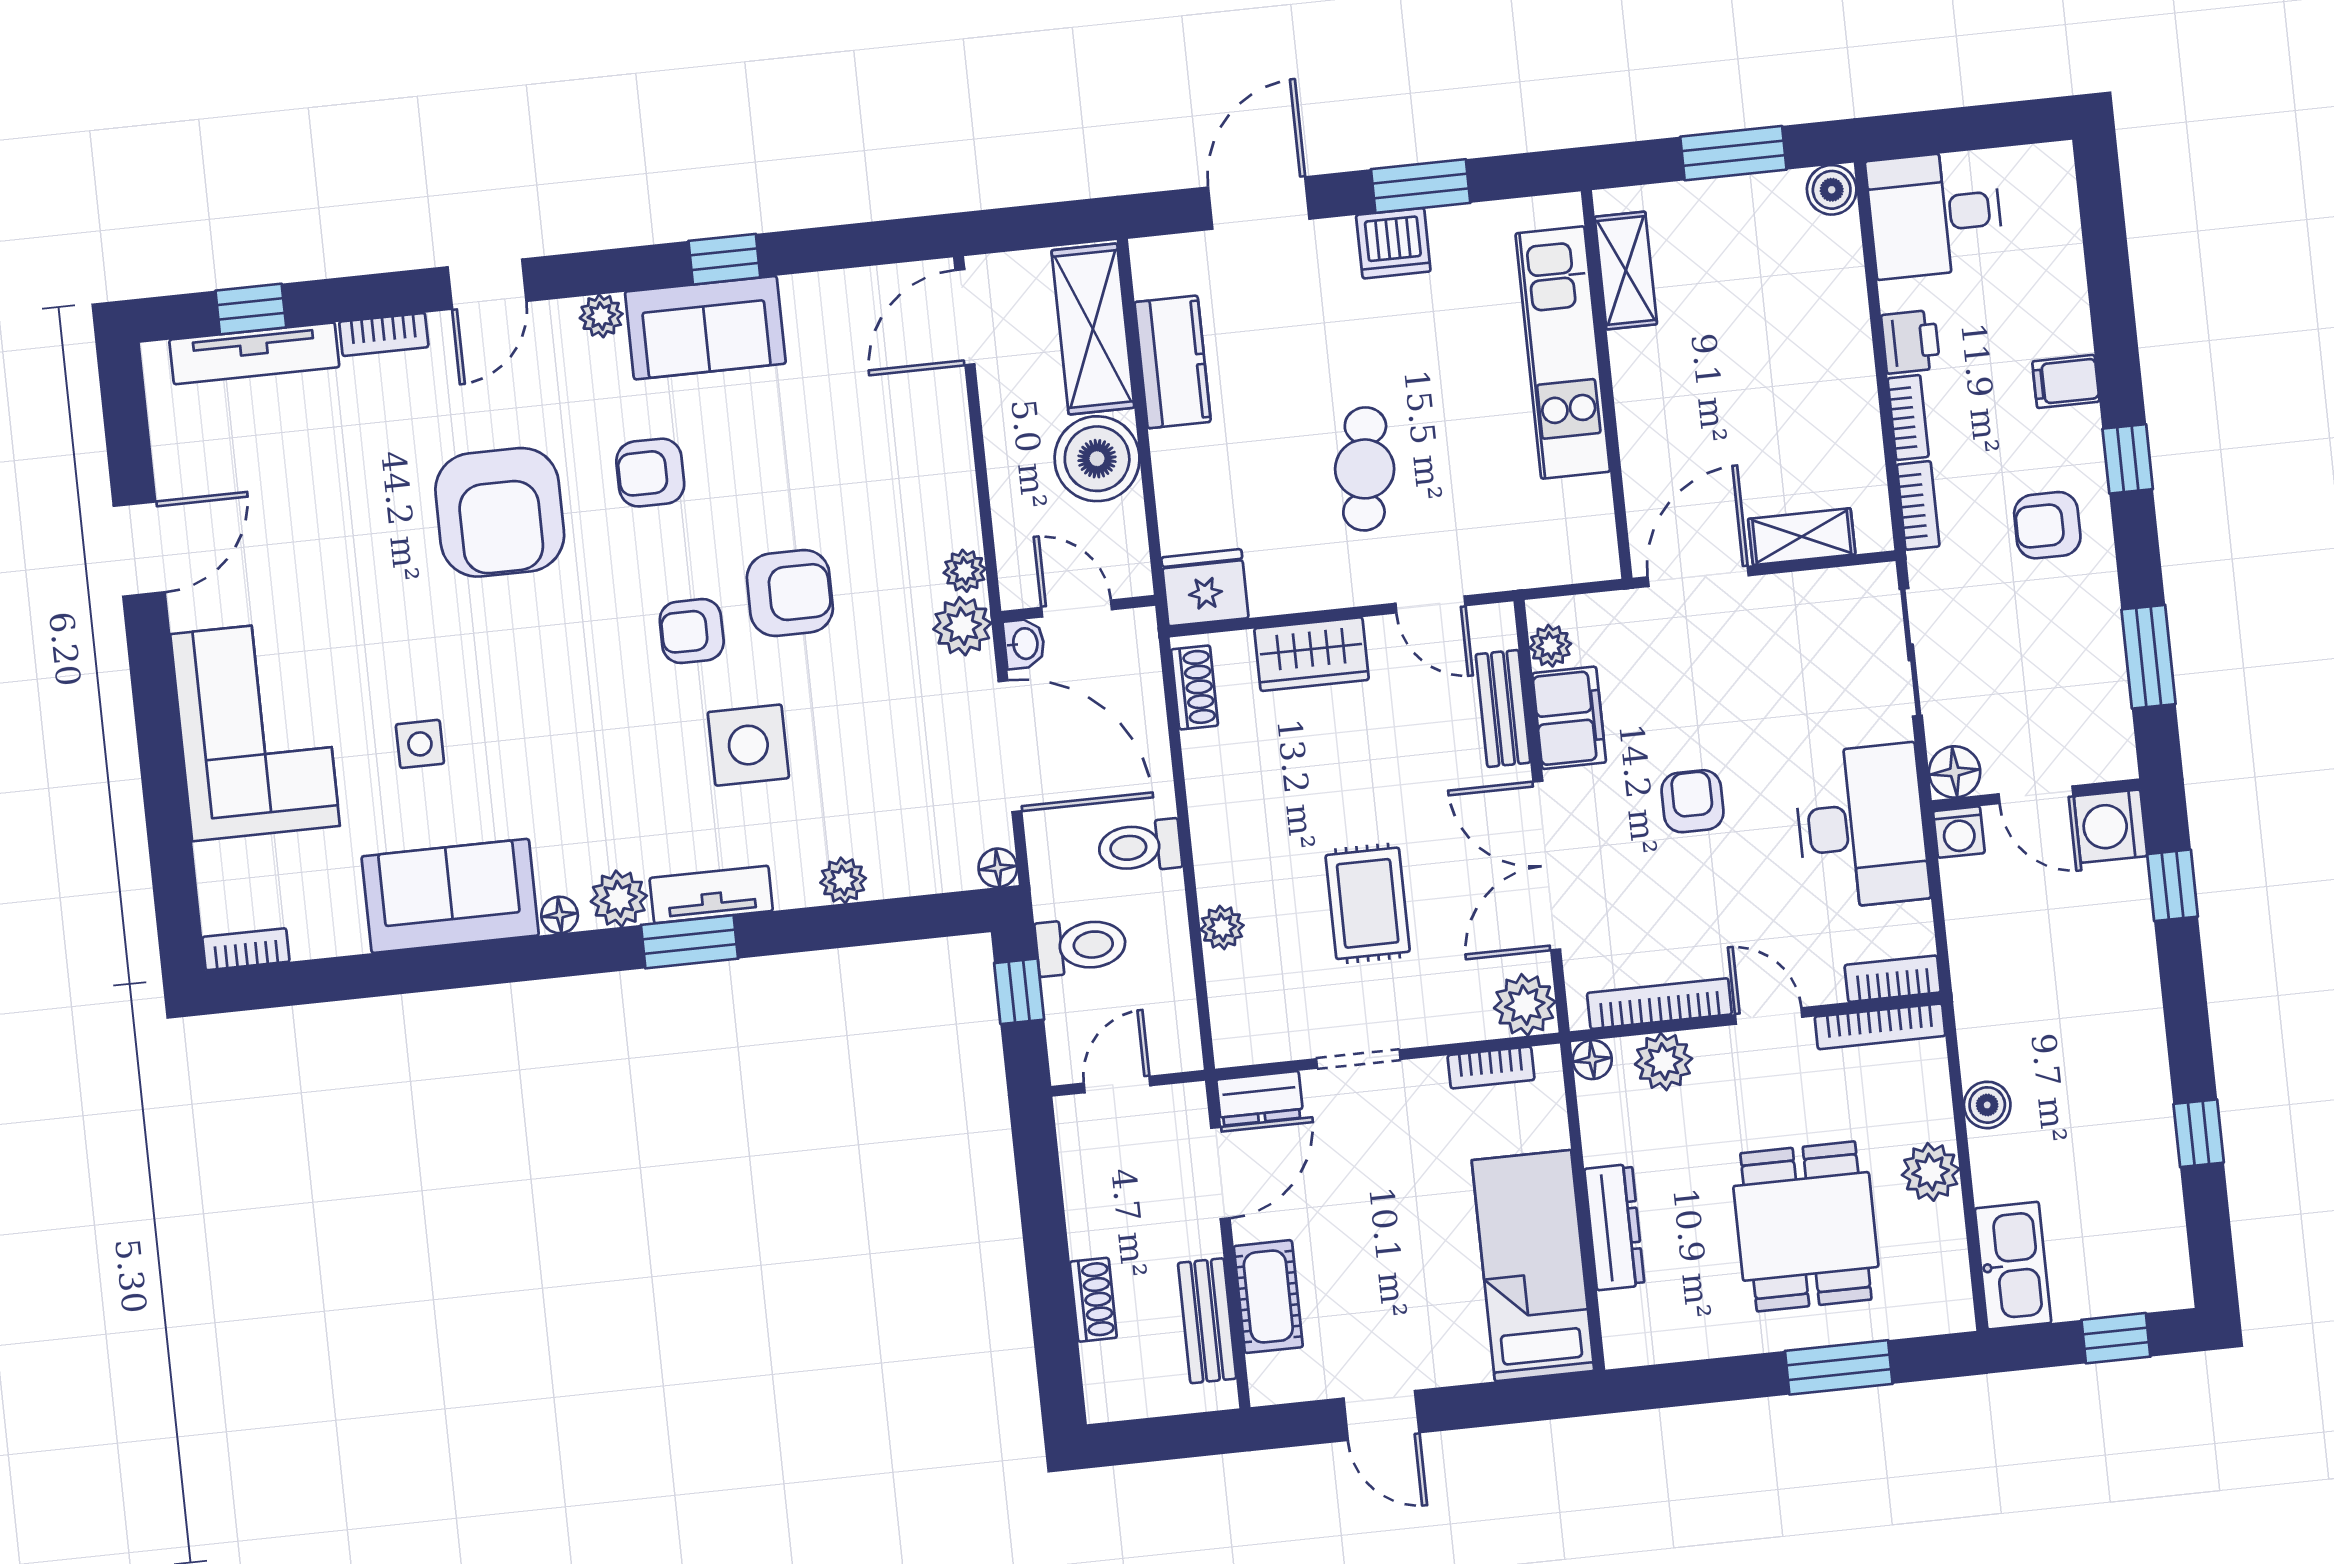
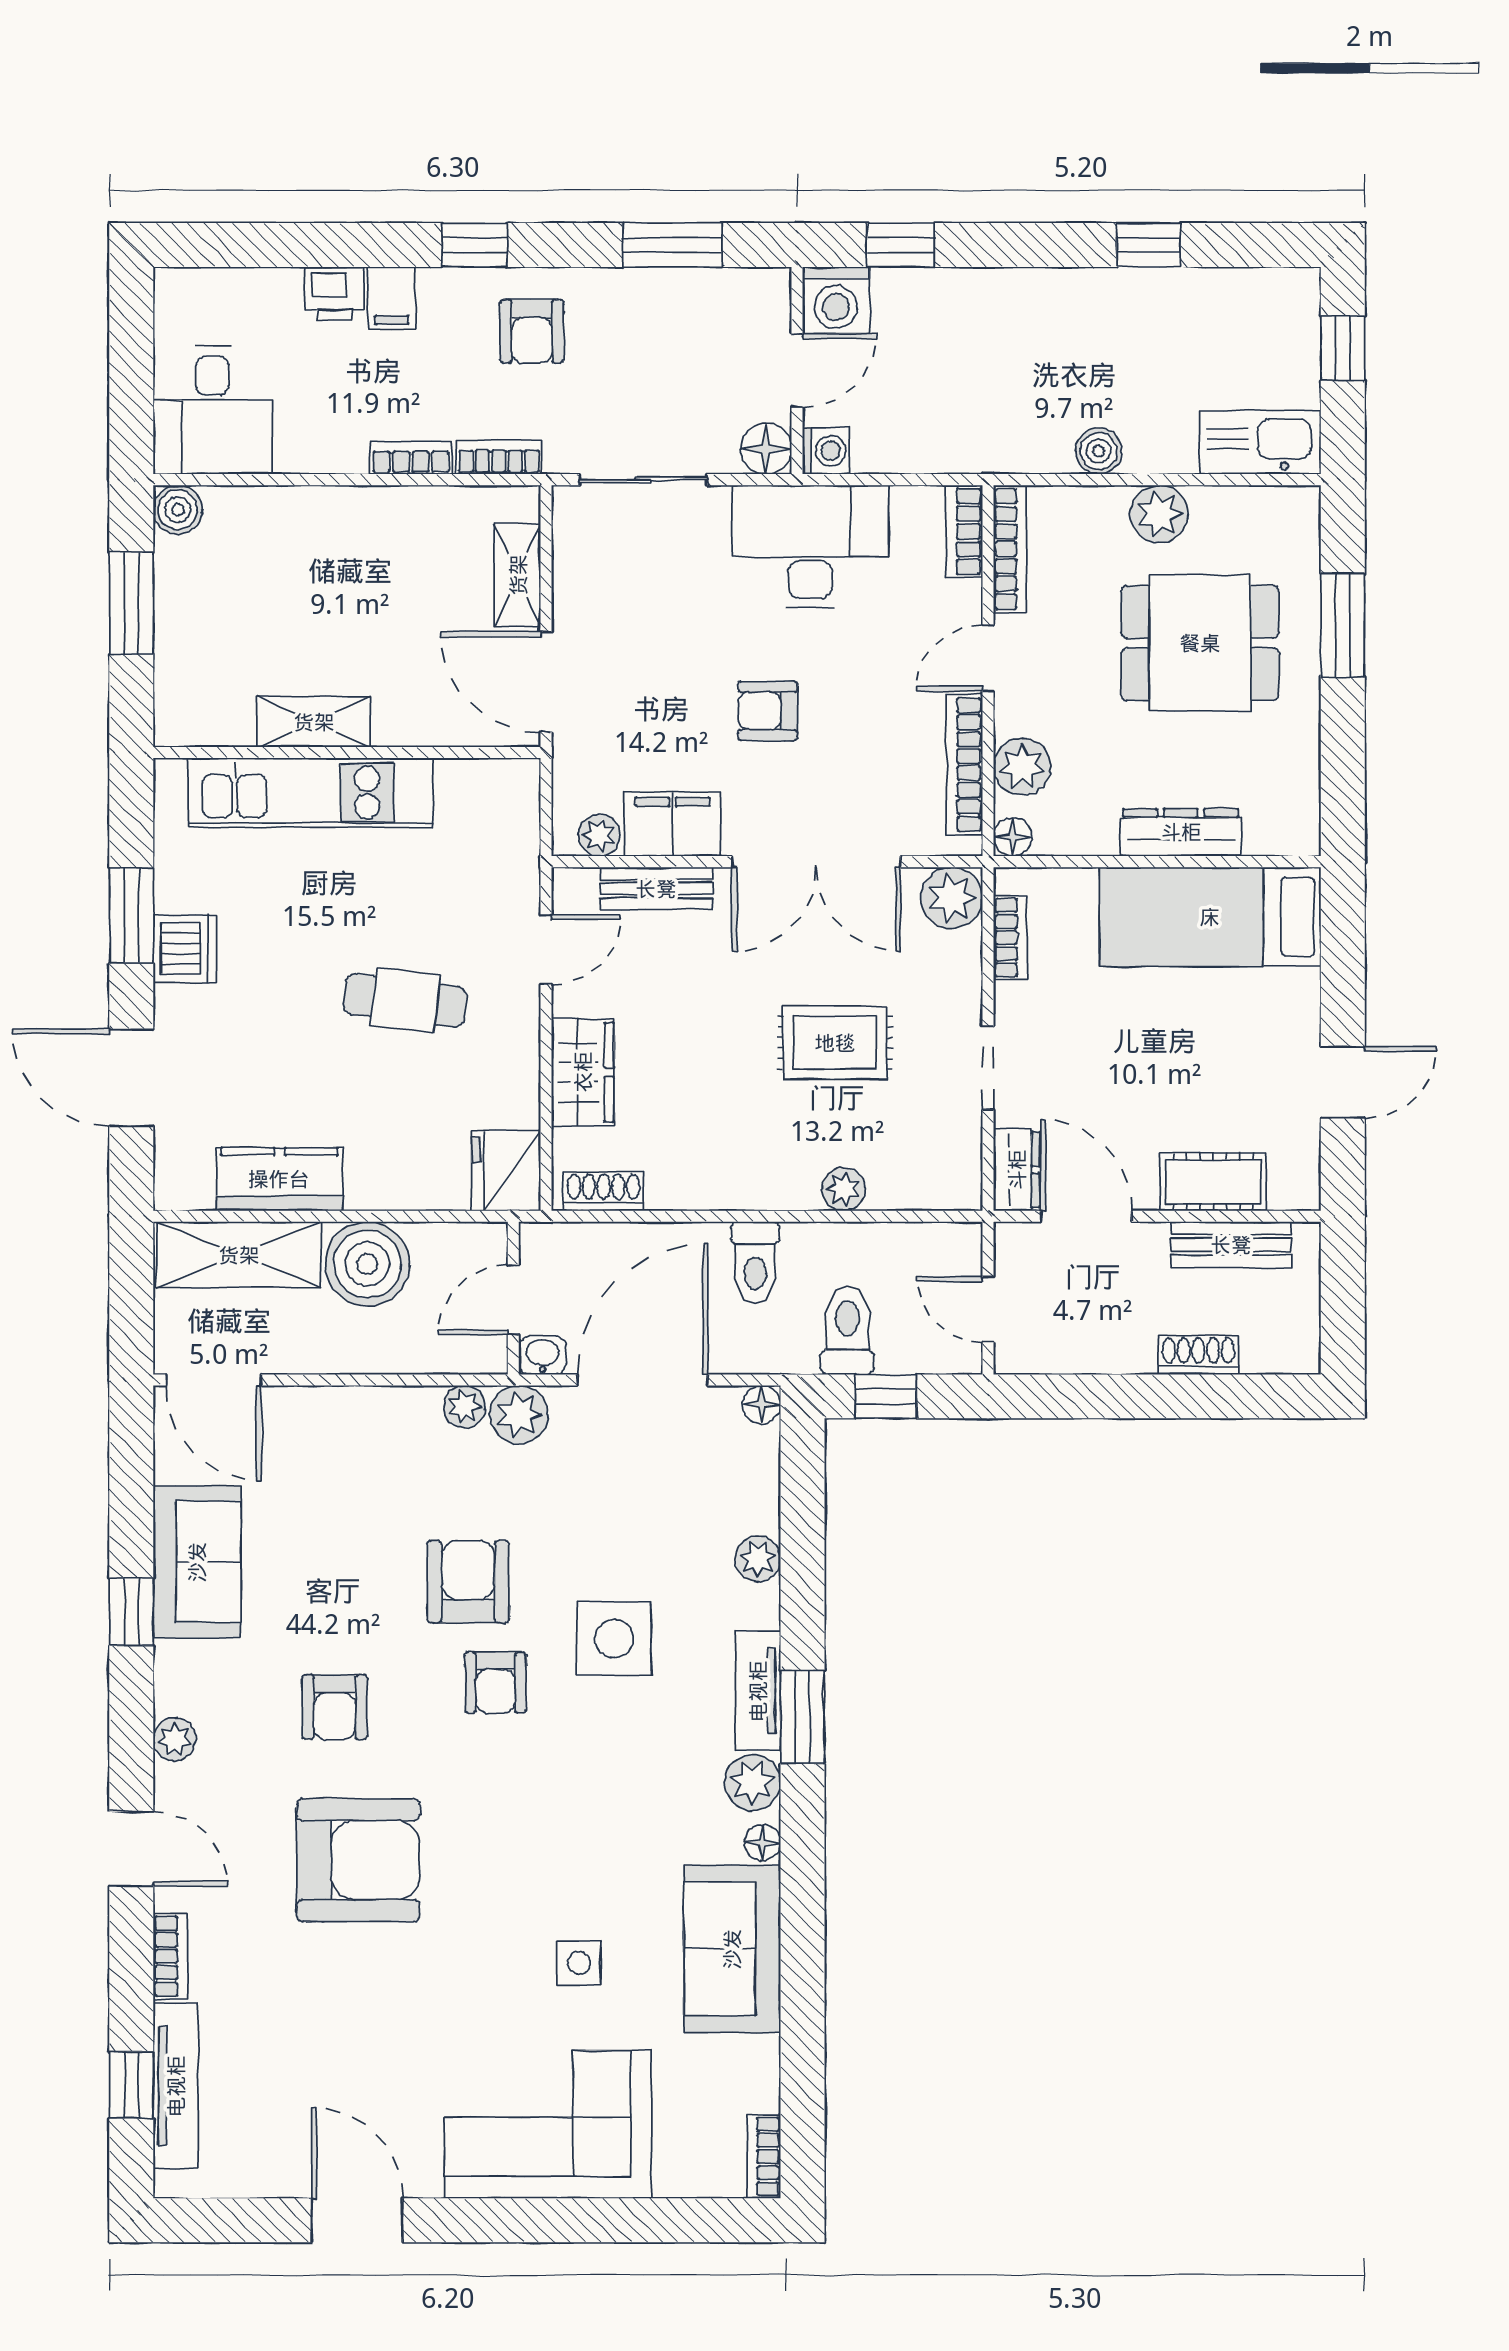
shelving: (1626, 271) -> (314, 722), moved
sofa: (705, 328) -> (197, 1562), moved
printer: (1911, 342) -> (334, 294), moved, turned 180

